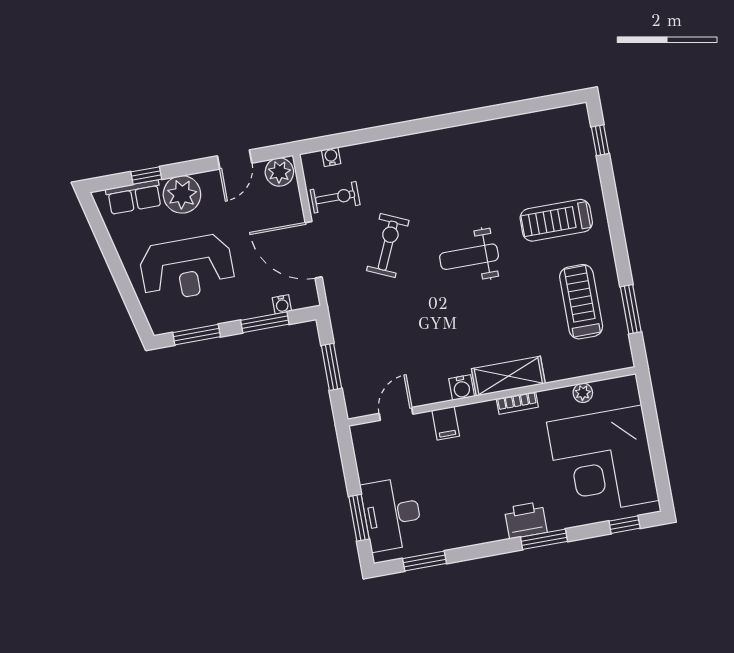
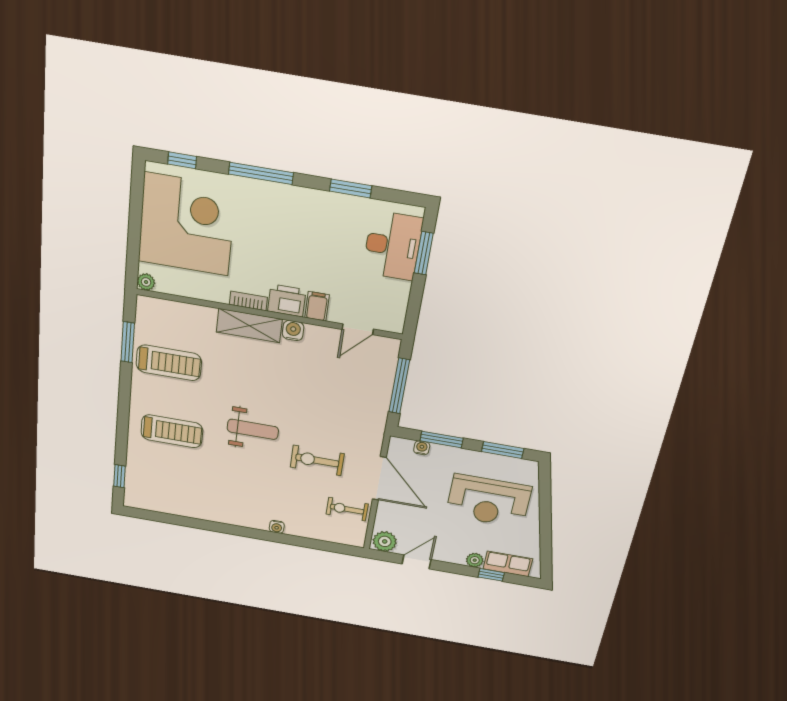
water cooler: (331, 157) -> (277, 527), moved
plant: (182, 194) -> (475, 560), width x0.53, depth x0.53
exercise bike: (388, 246) -> (317, 460), turned 66
reception desk: (187, 268) -> (488, 501), turned 180
treadmill: (581, 302) -> (169, 363), turned -90
window: (332, 367) -> (399, 386), width x1.44
plant: (583, 393) -> (146, 282), moved
printer: (526, 520) -> (287, 300), moved, turned 180
window: (544, 539) -> (261, 173), width x1.44
window: (424, 561) -> (351, 188), moved

